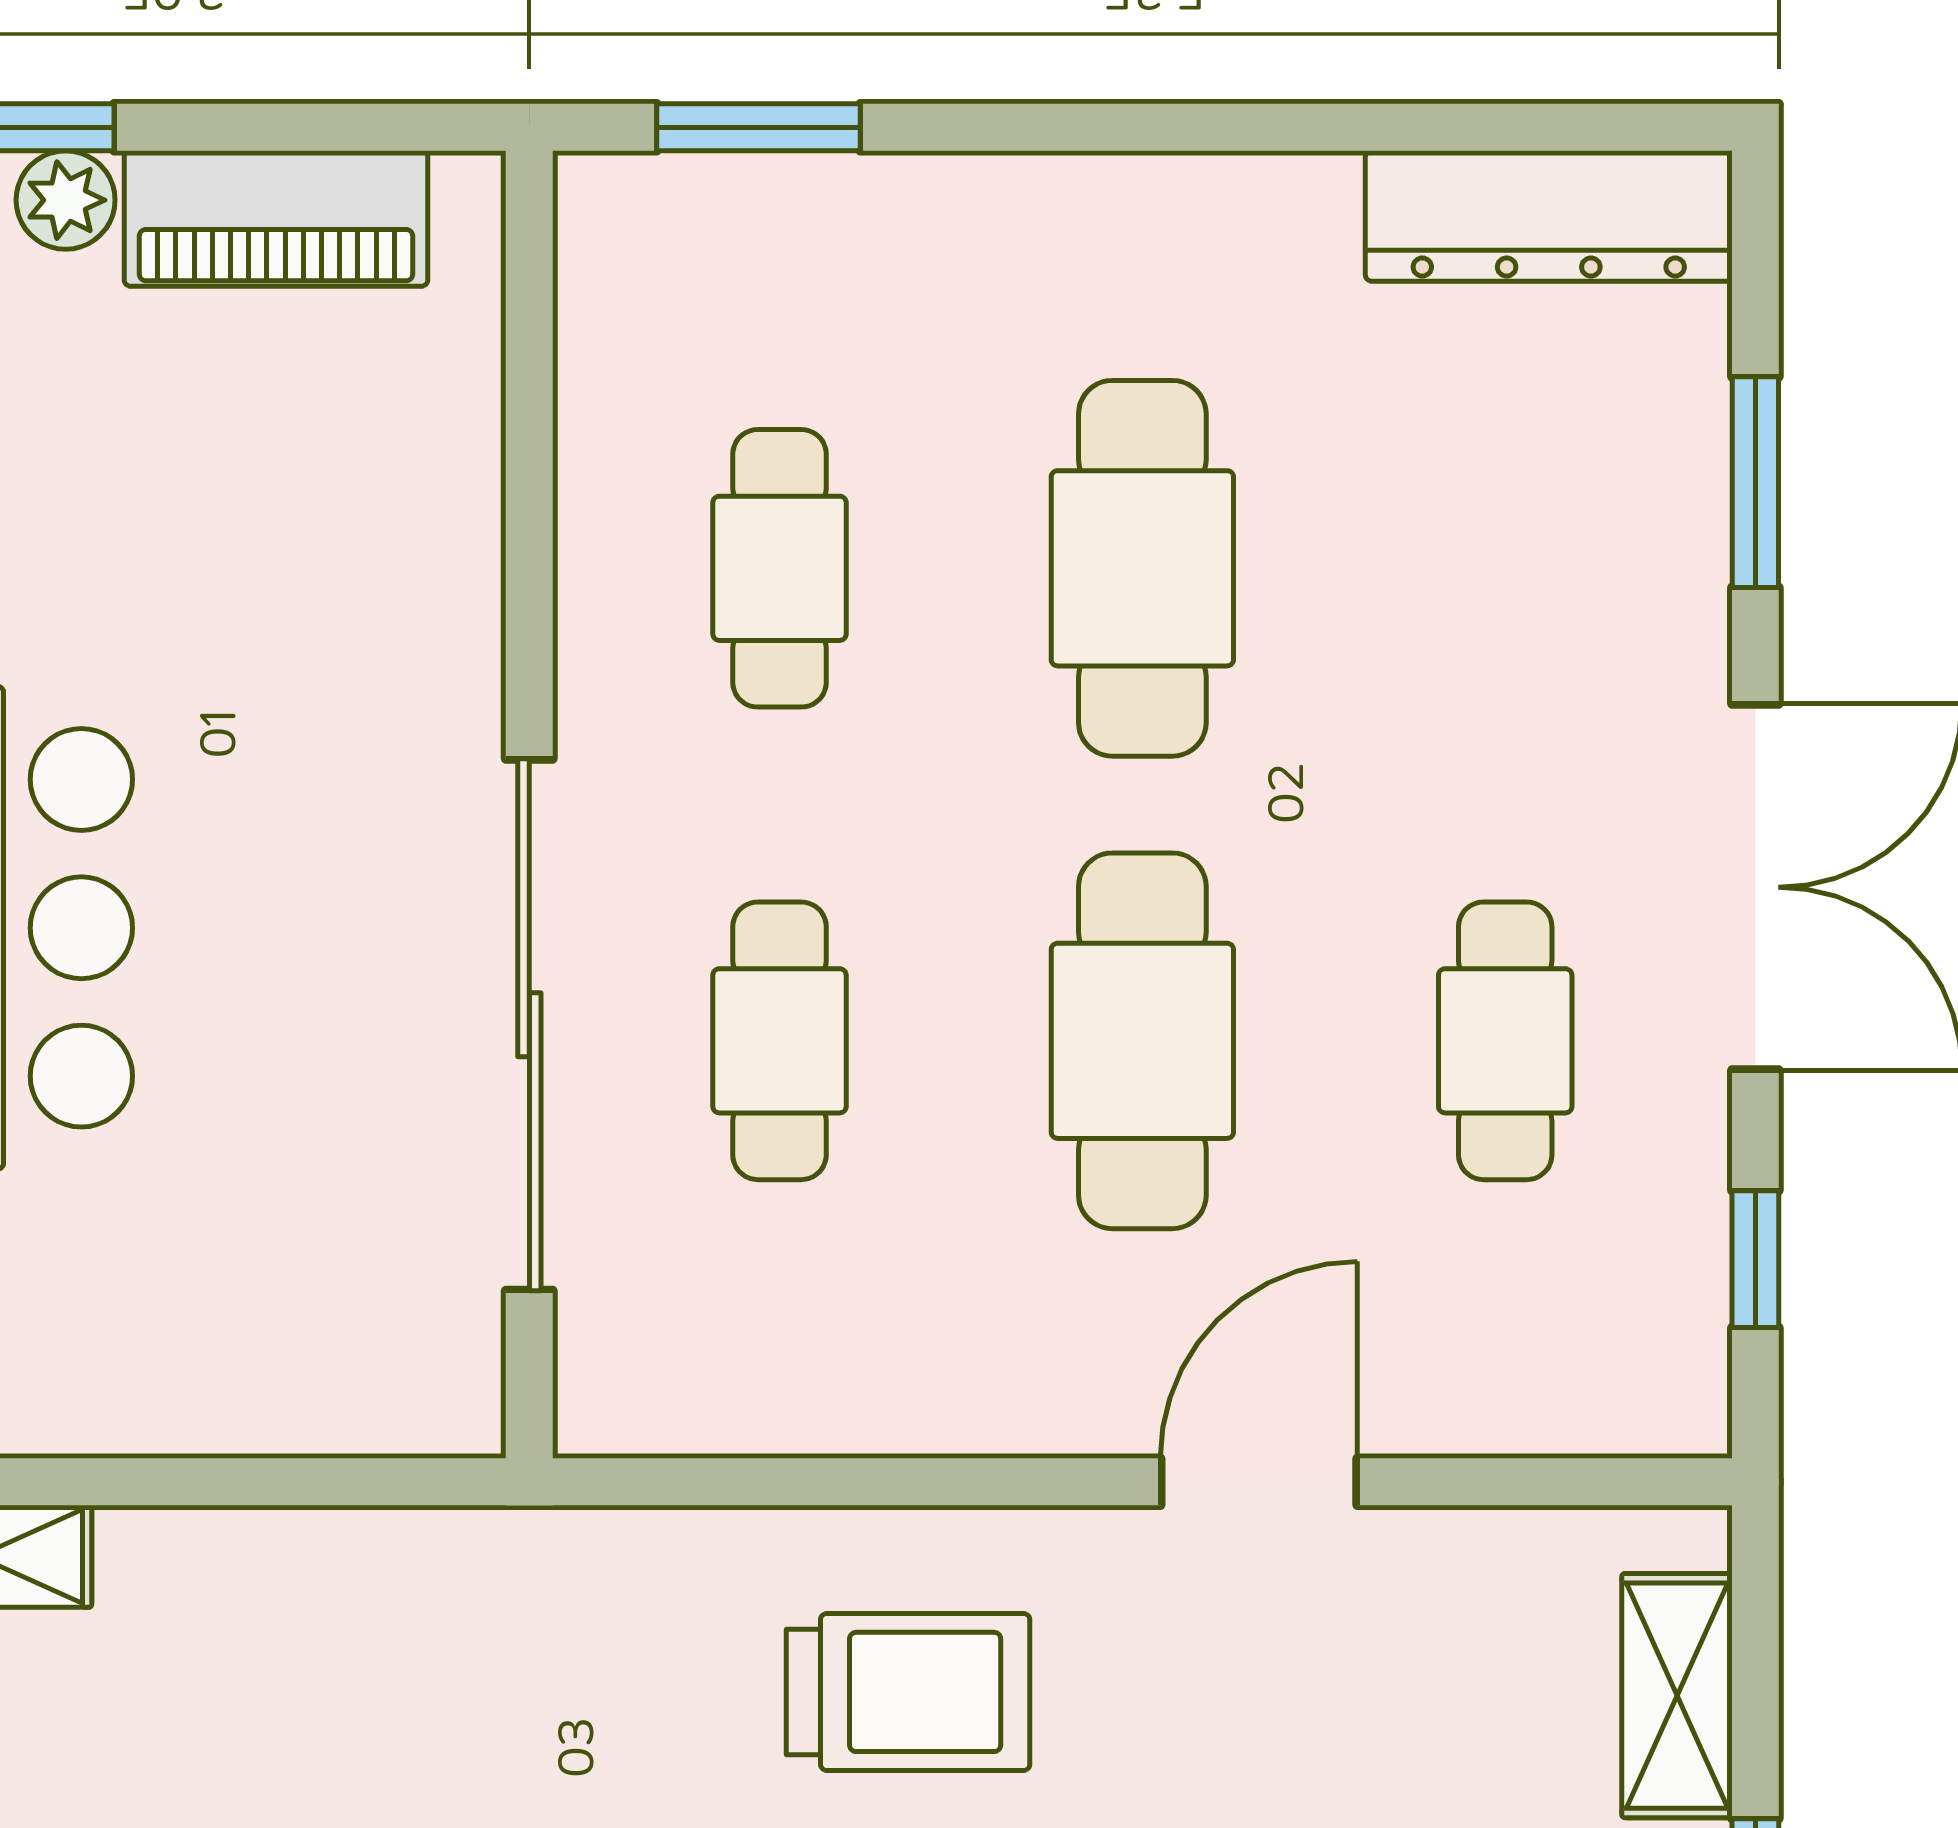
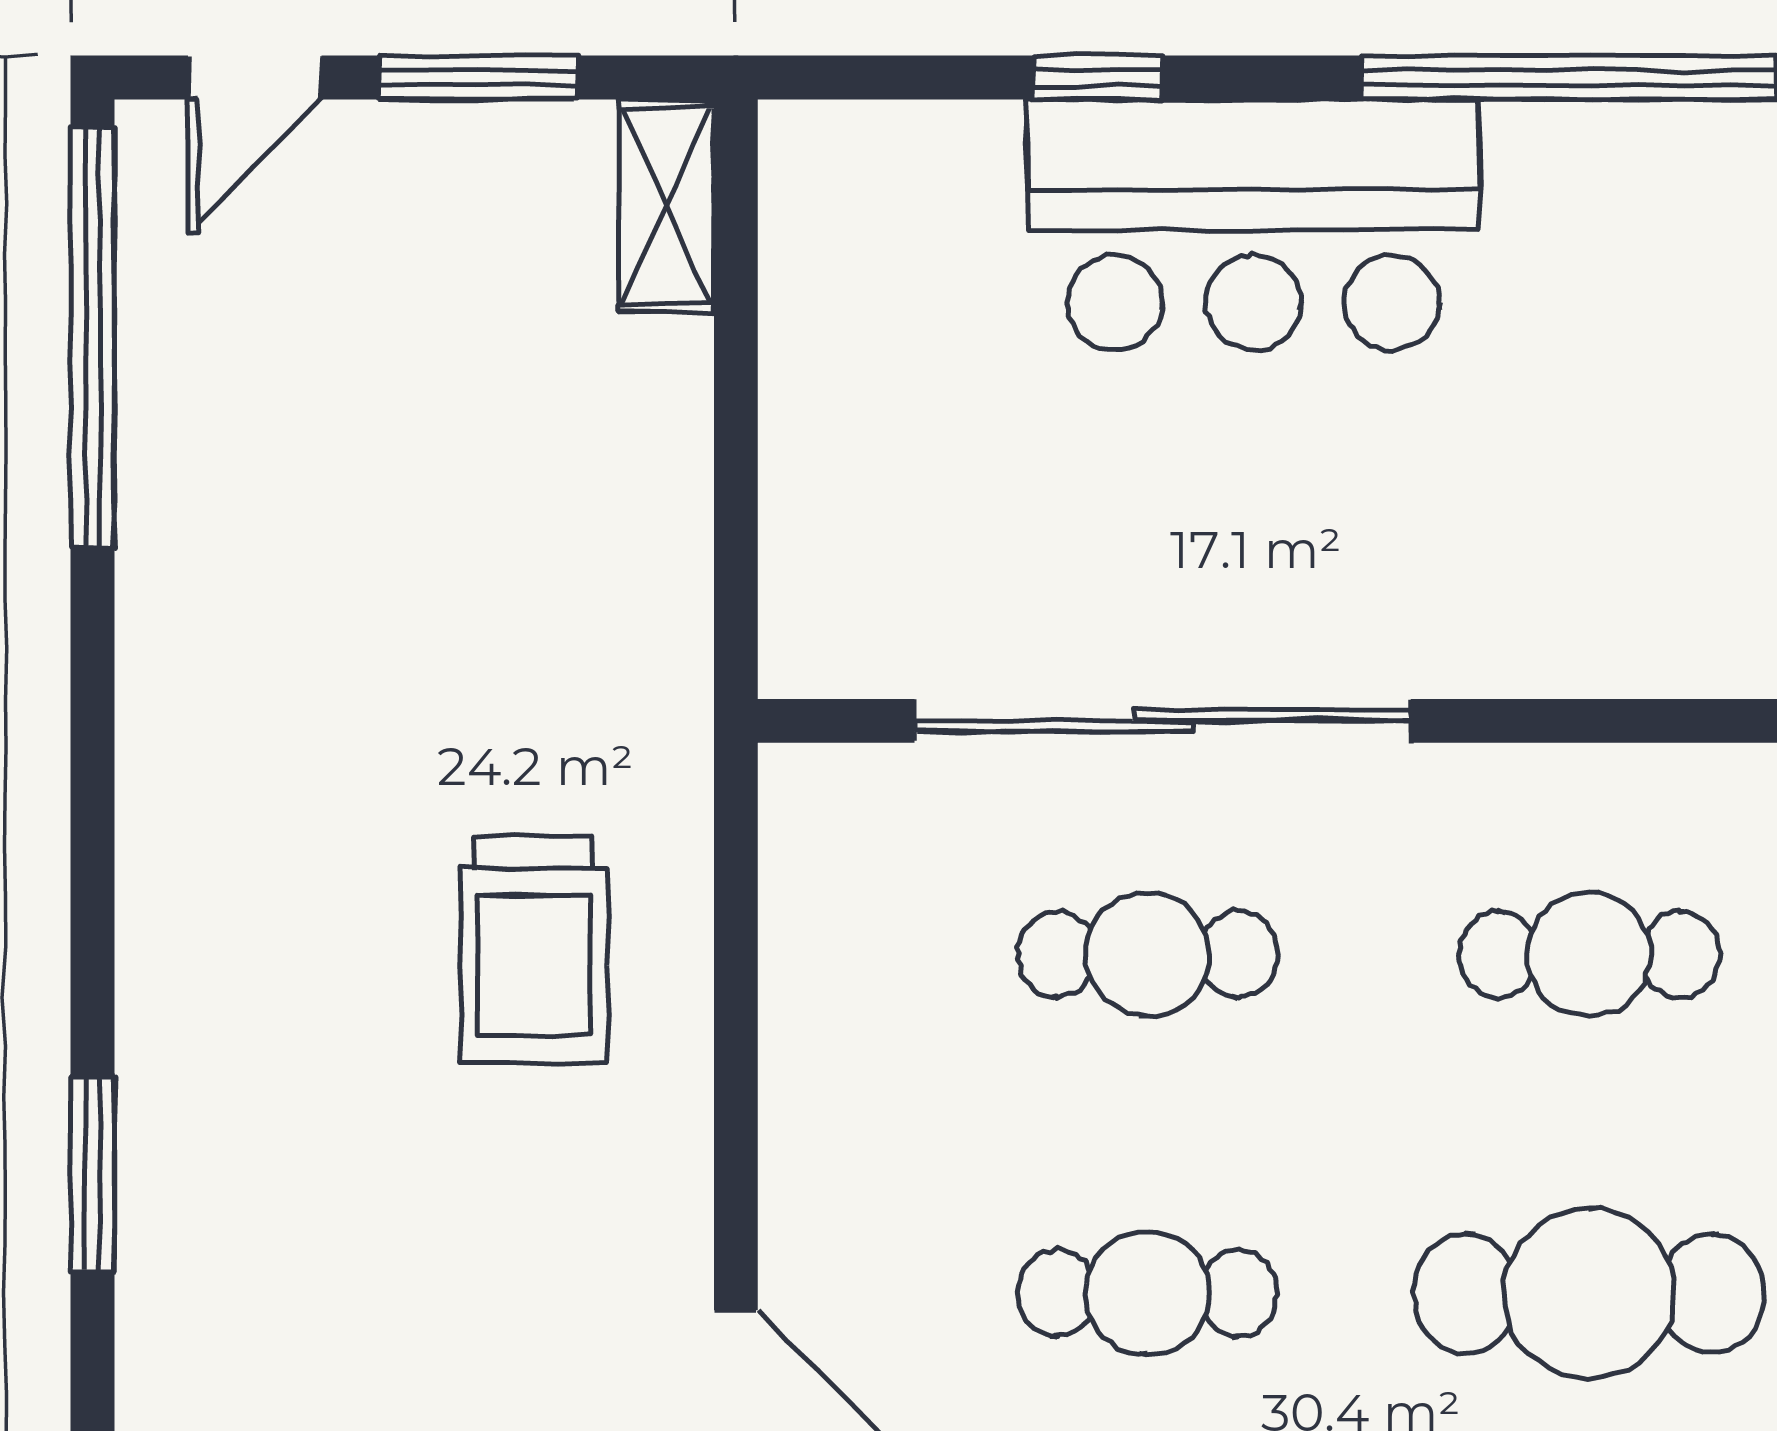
cafe table: (1142, 1041) -> (1148, 1293), width x0.73, depth x0.74
trolley: (908, 1692) -> (534, 949), moved

